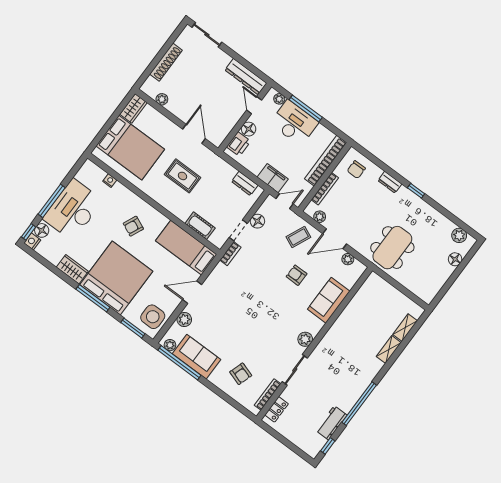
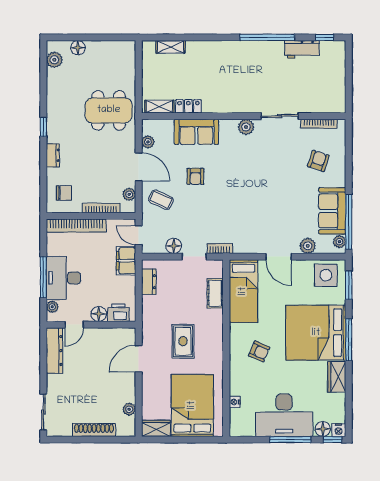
shelving: (389, 350) -> (159, 107), moved
locker: (277, 409) -> (188, 106), moved

